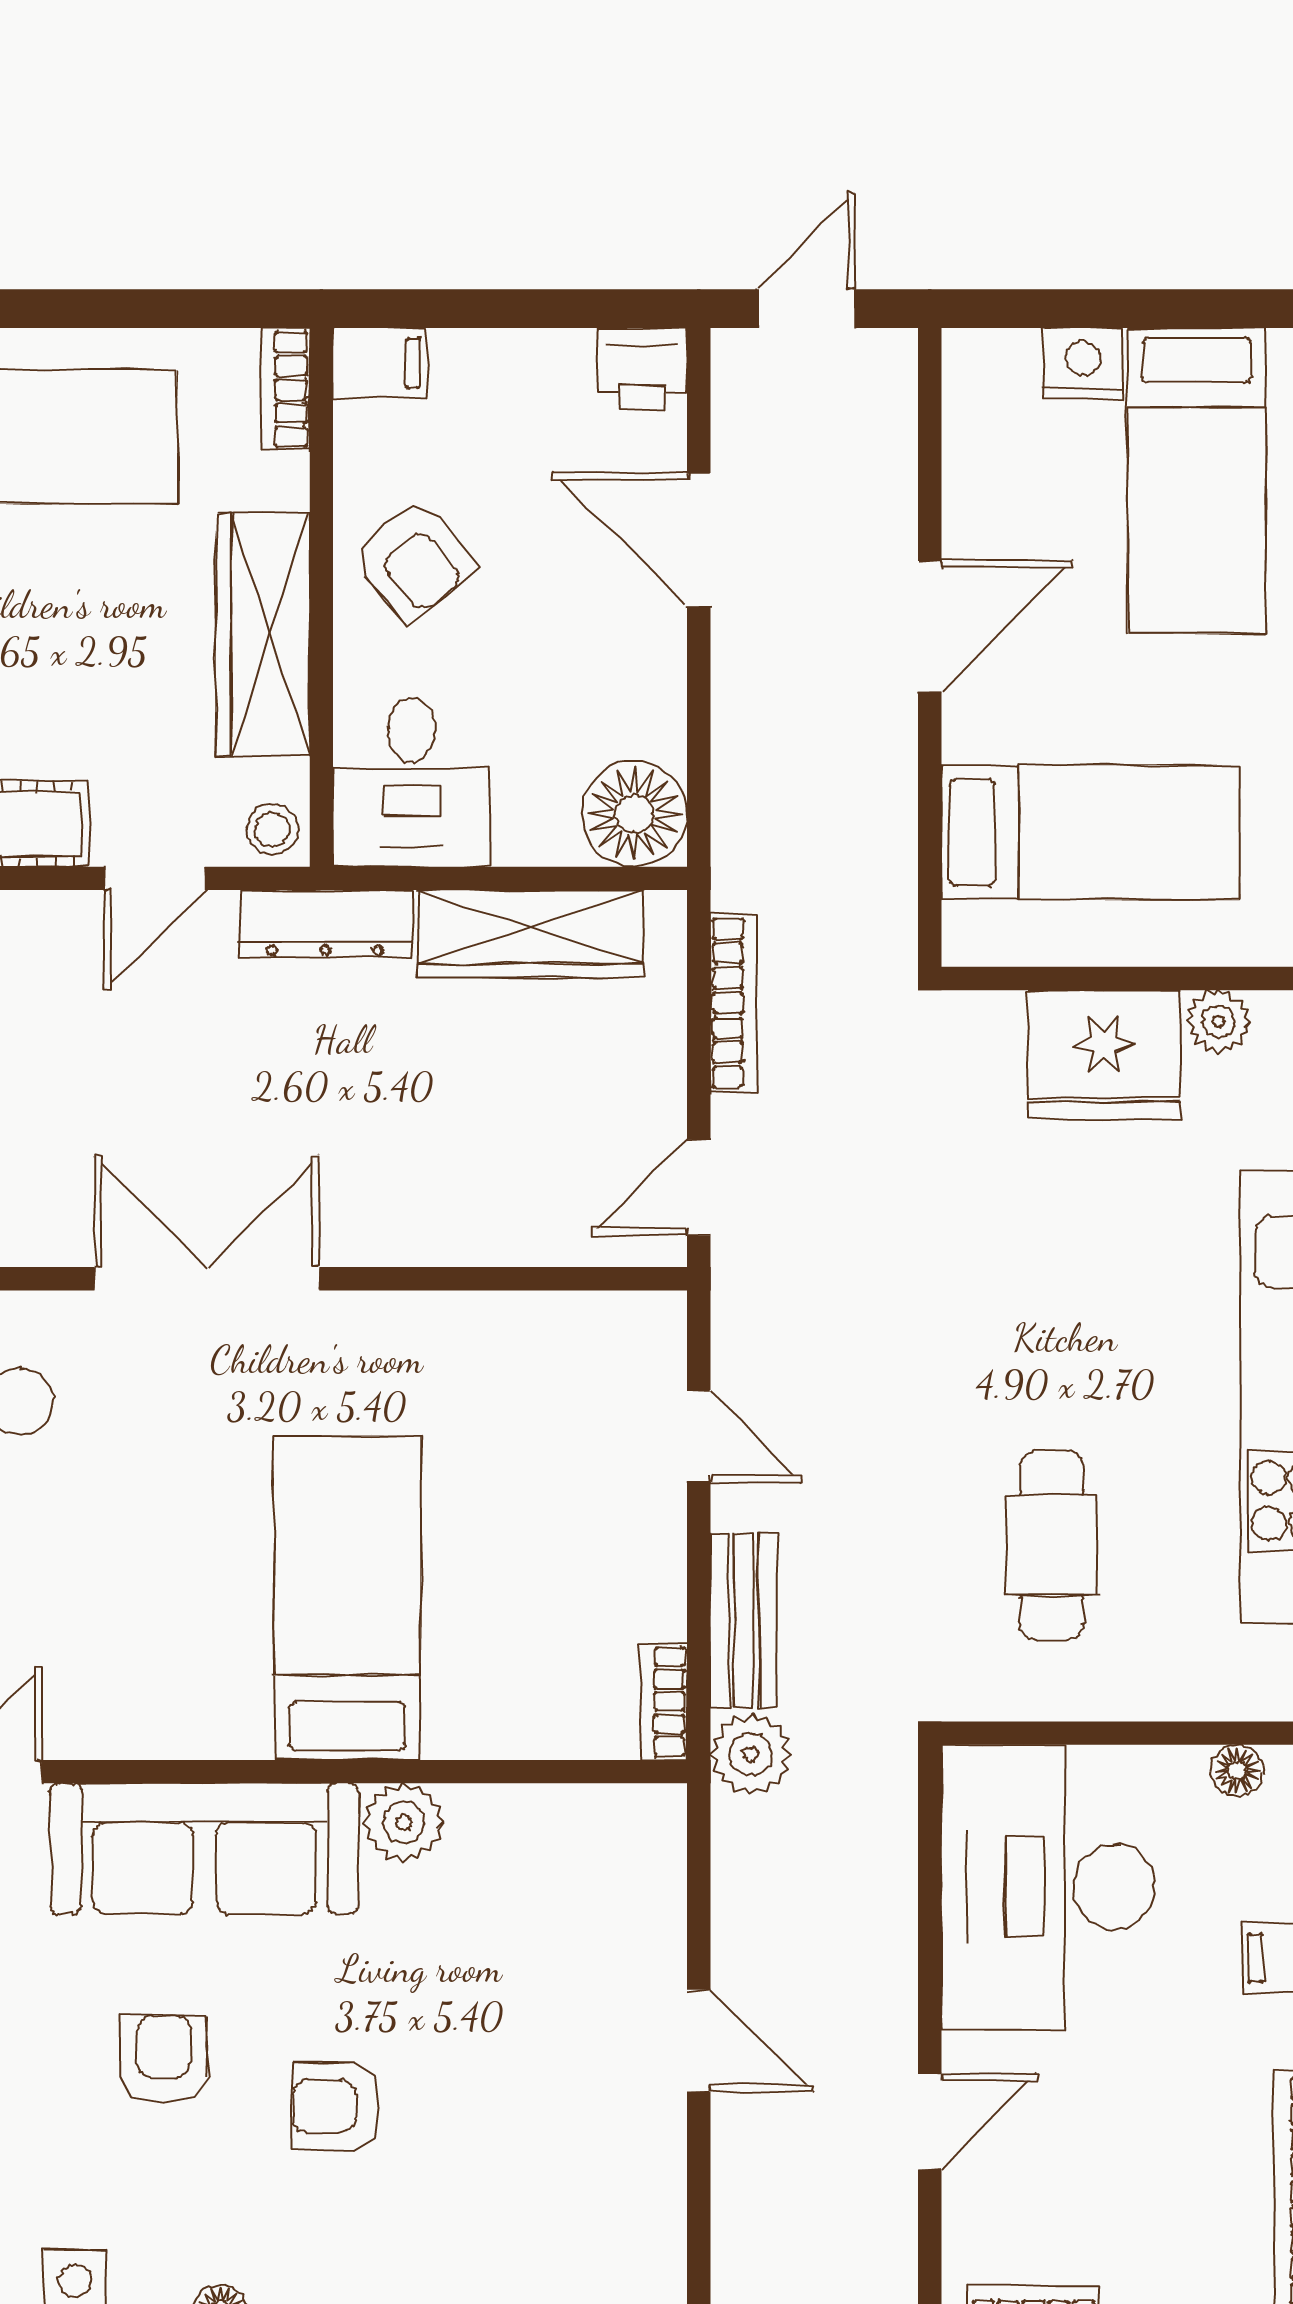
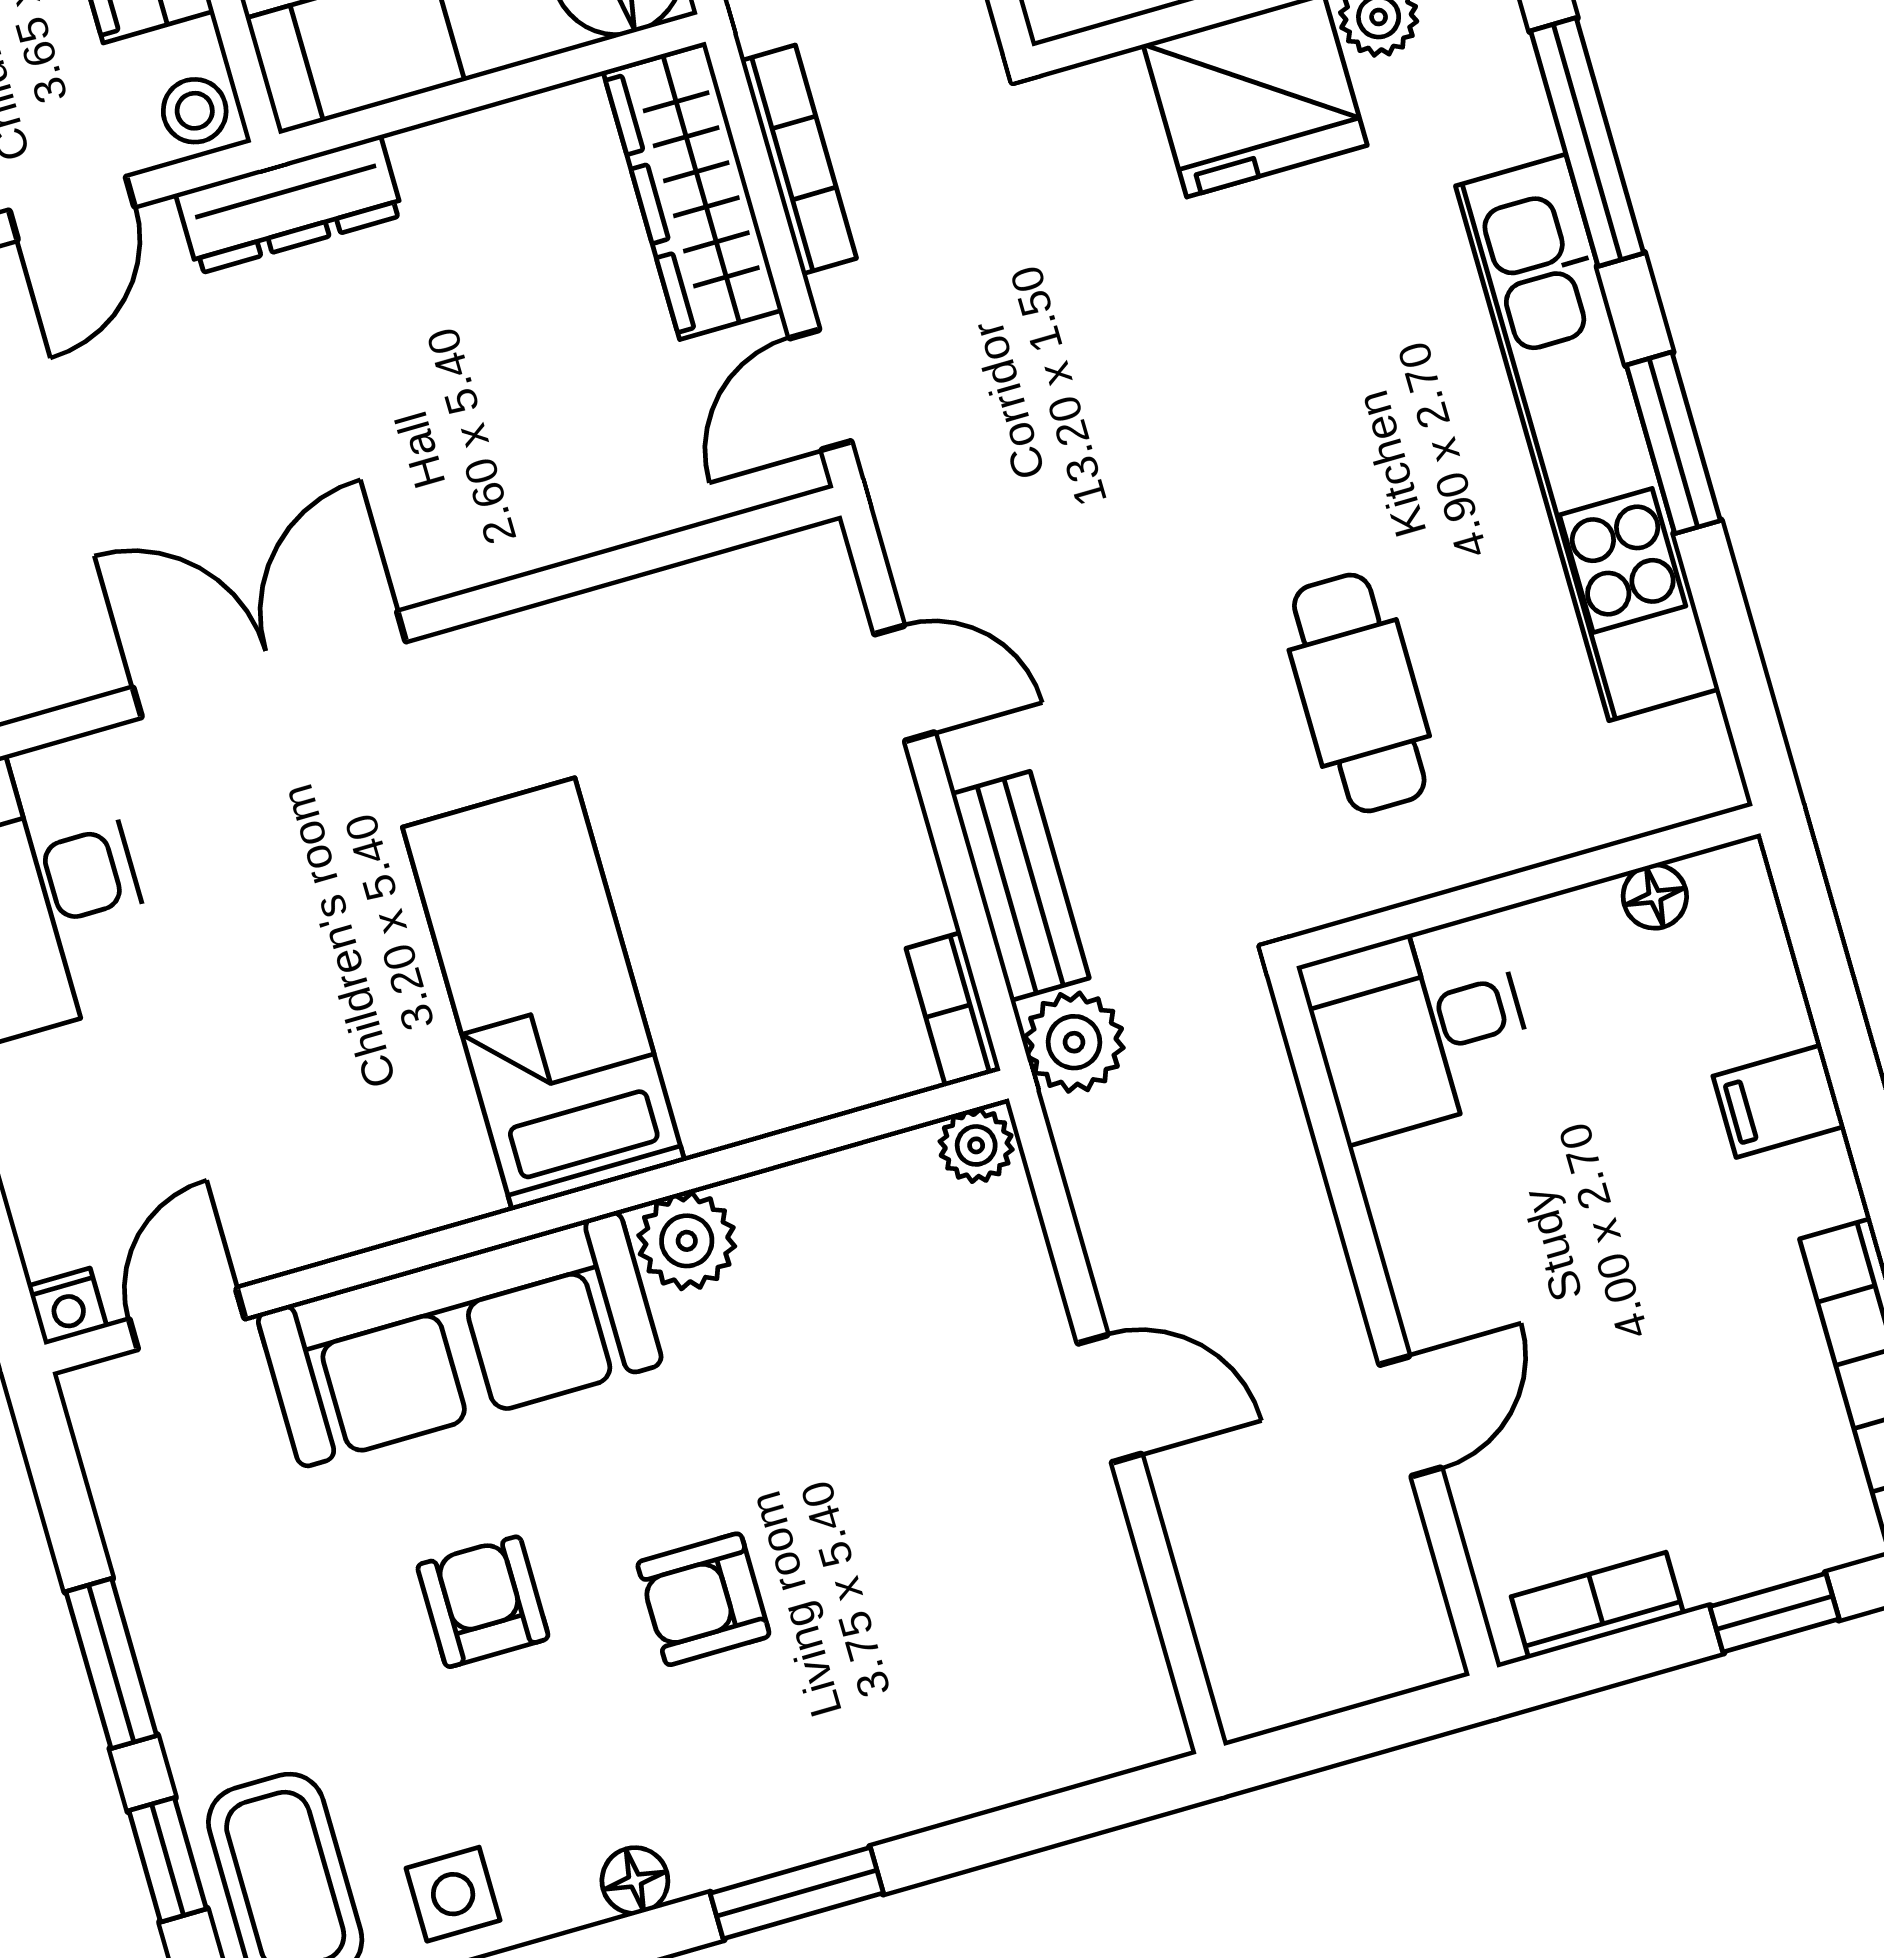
wardrobe: (531, 933) -> (693, 192), moved, turned 90
plant: (651, 1813) -> (976, 1145), added
desk: (1048, 1887) -> (1419, 1028), width x0.53, depth x0.77

